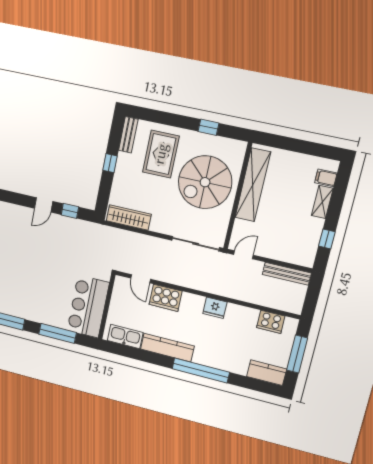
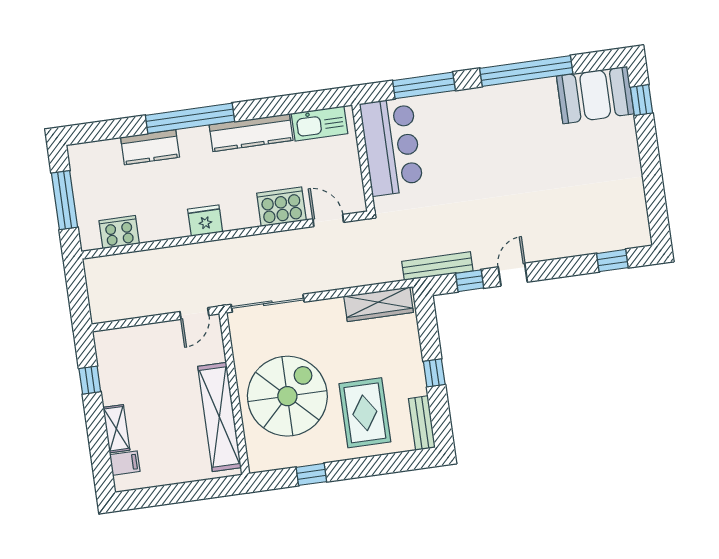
bench: (287, 274) -> (437, 266), moved
kitchen counter: (267, 373) -> (150, 147), moved

